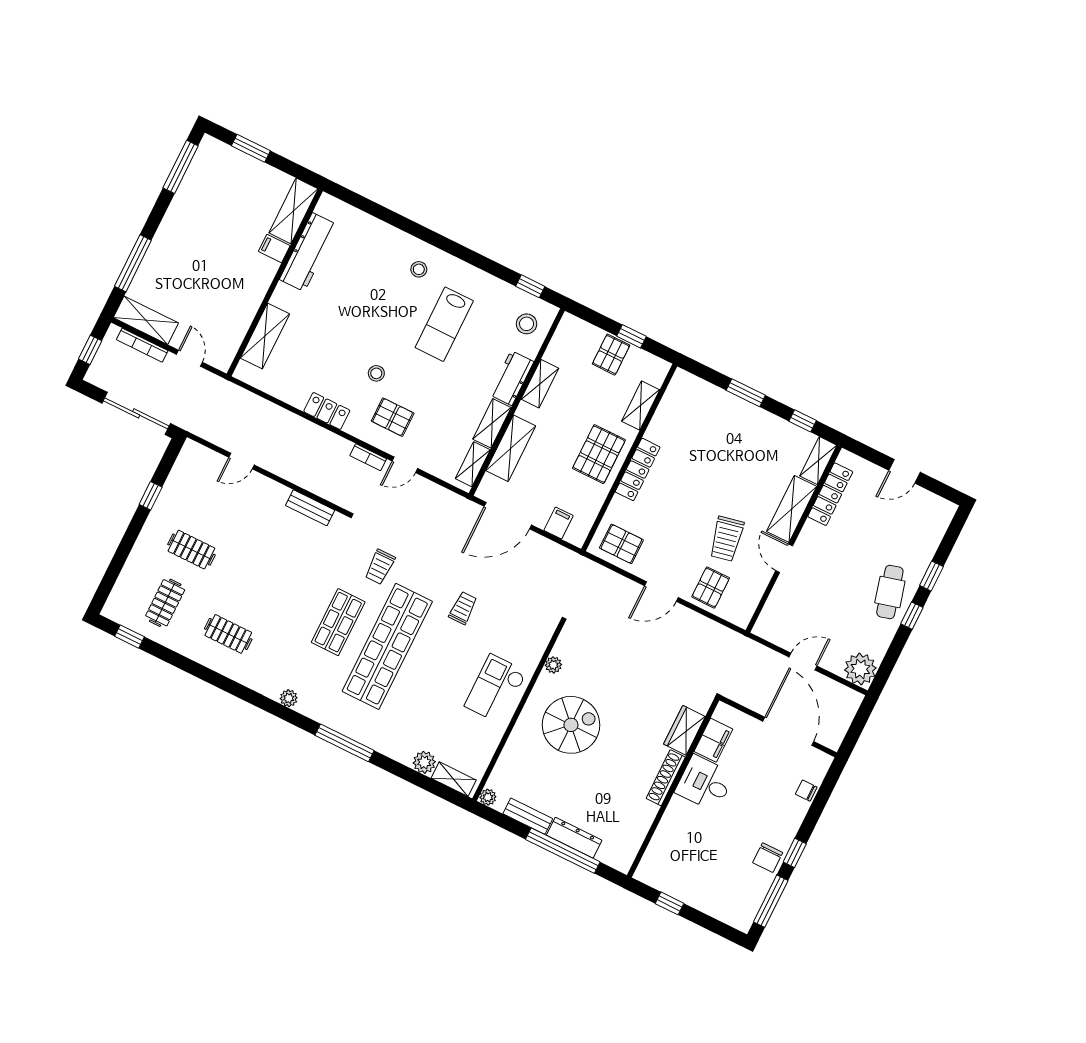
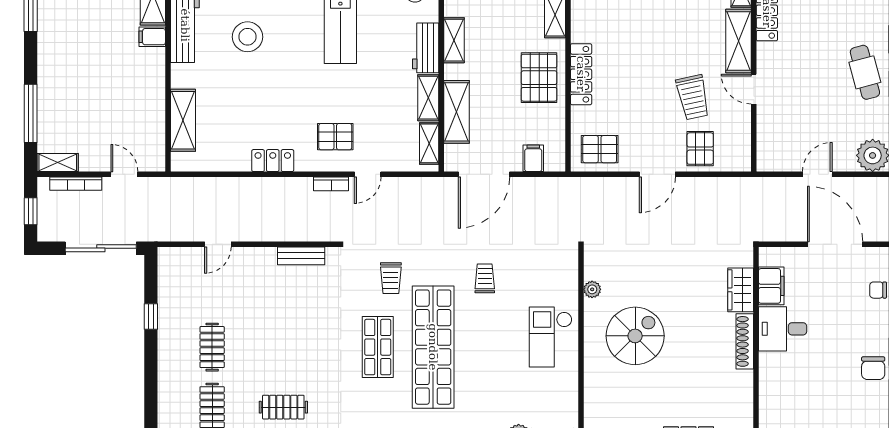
shelving: (146, 320) -> (58, 163), width x0.67, depth x0.75
stool: (376, 373) -> (248, 37), moved, width x1.89, depth x1.89
clothes rail: (191, 550) -> (212, 347), turned 90

